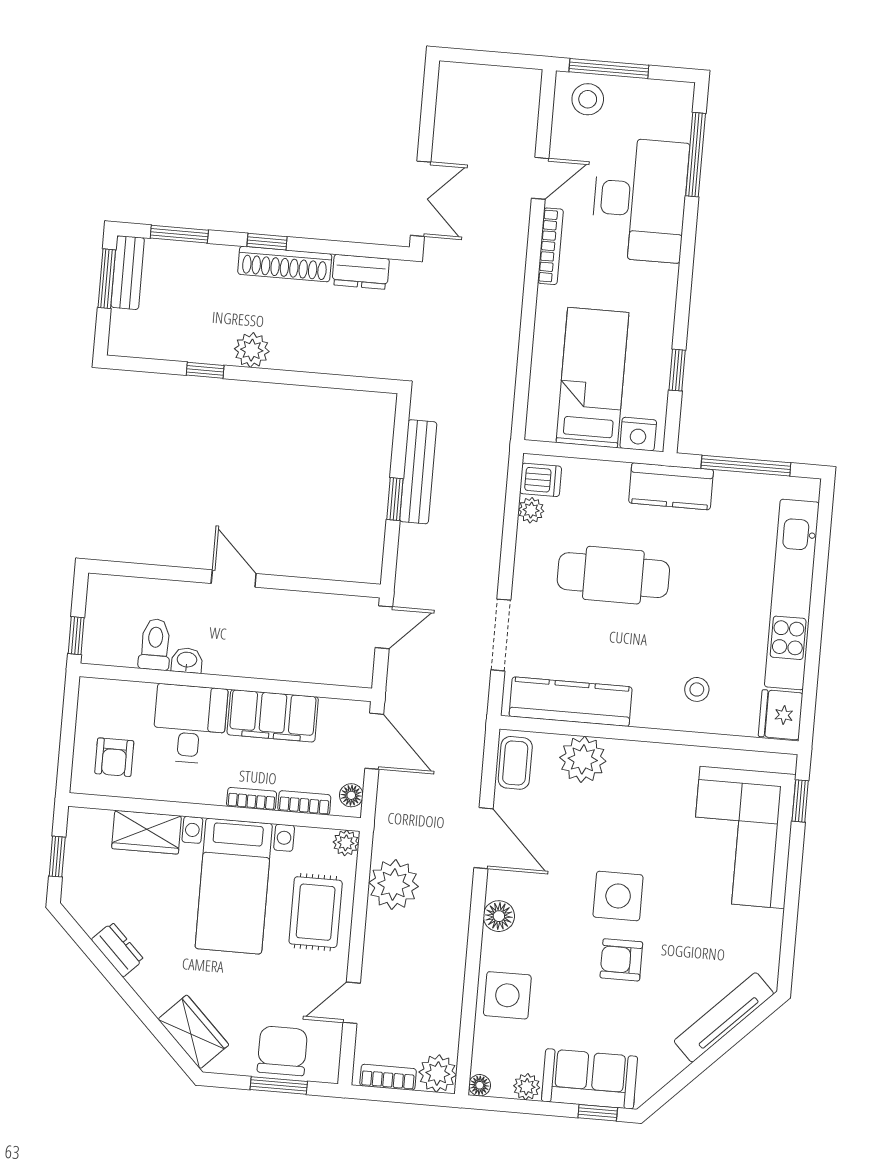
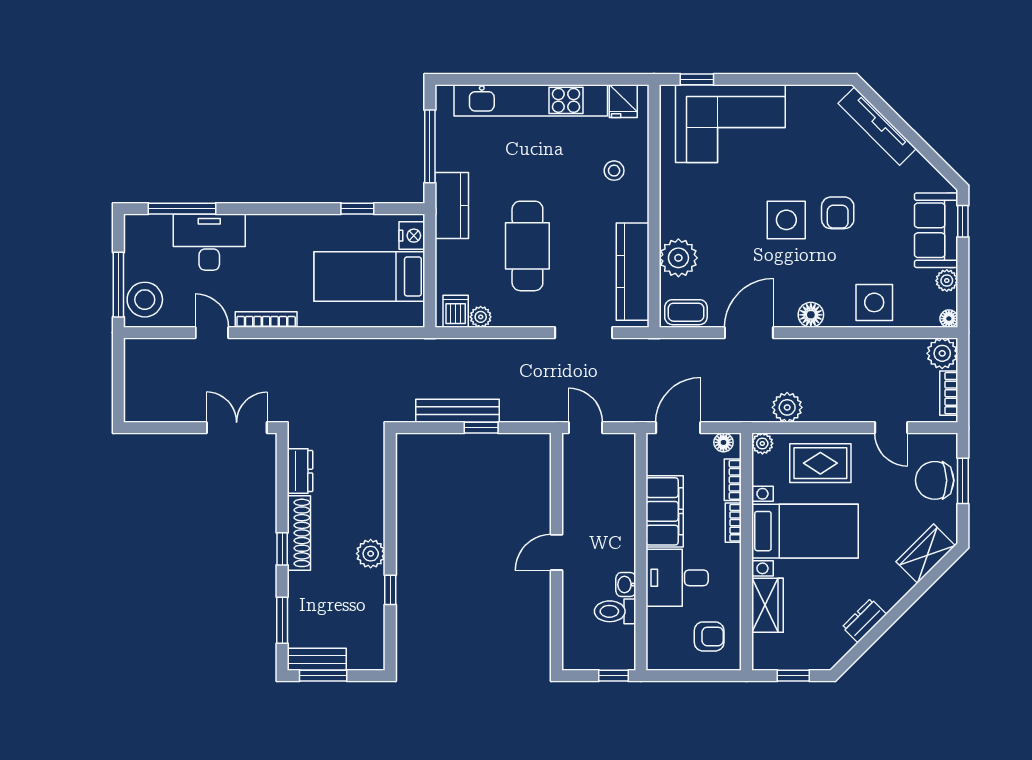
stool: (588, 99) -> (145, 300), width x1.38, depth x1.38
desk: (640, 200) -> (209, 242), width x0.73, depth x0.77
fridge: (781, 715) -> (623, 101), width x0.72
plant: (394, 884) -> (787, 407), width x0.73, depth x0.73

